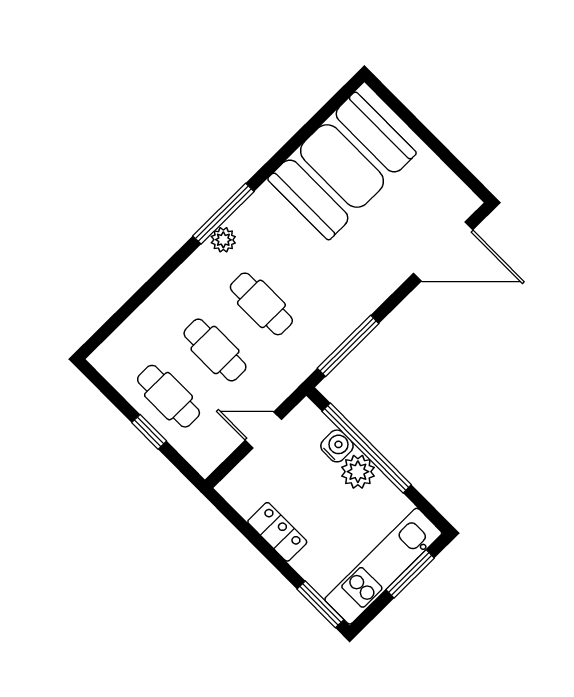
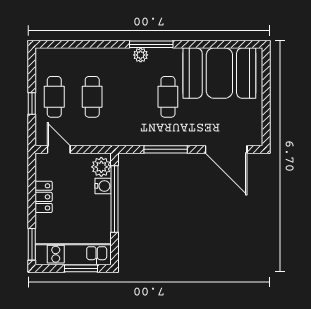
cafe table: (261, 304) -> (168, 97), moved
window: (348, 346) -> (166, 149), moved
door: (263, 430) -> (59, 149), moved
plant: (358, 472) -> (101, 167), moved

